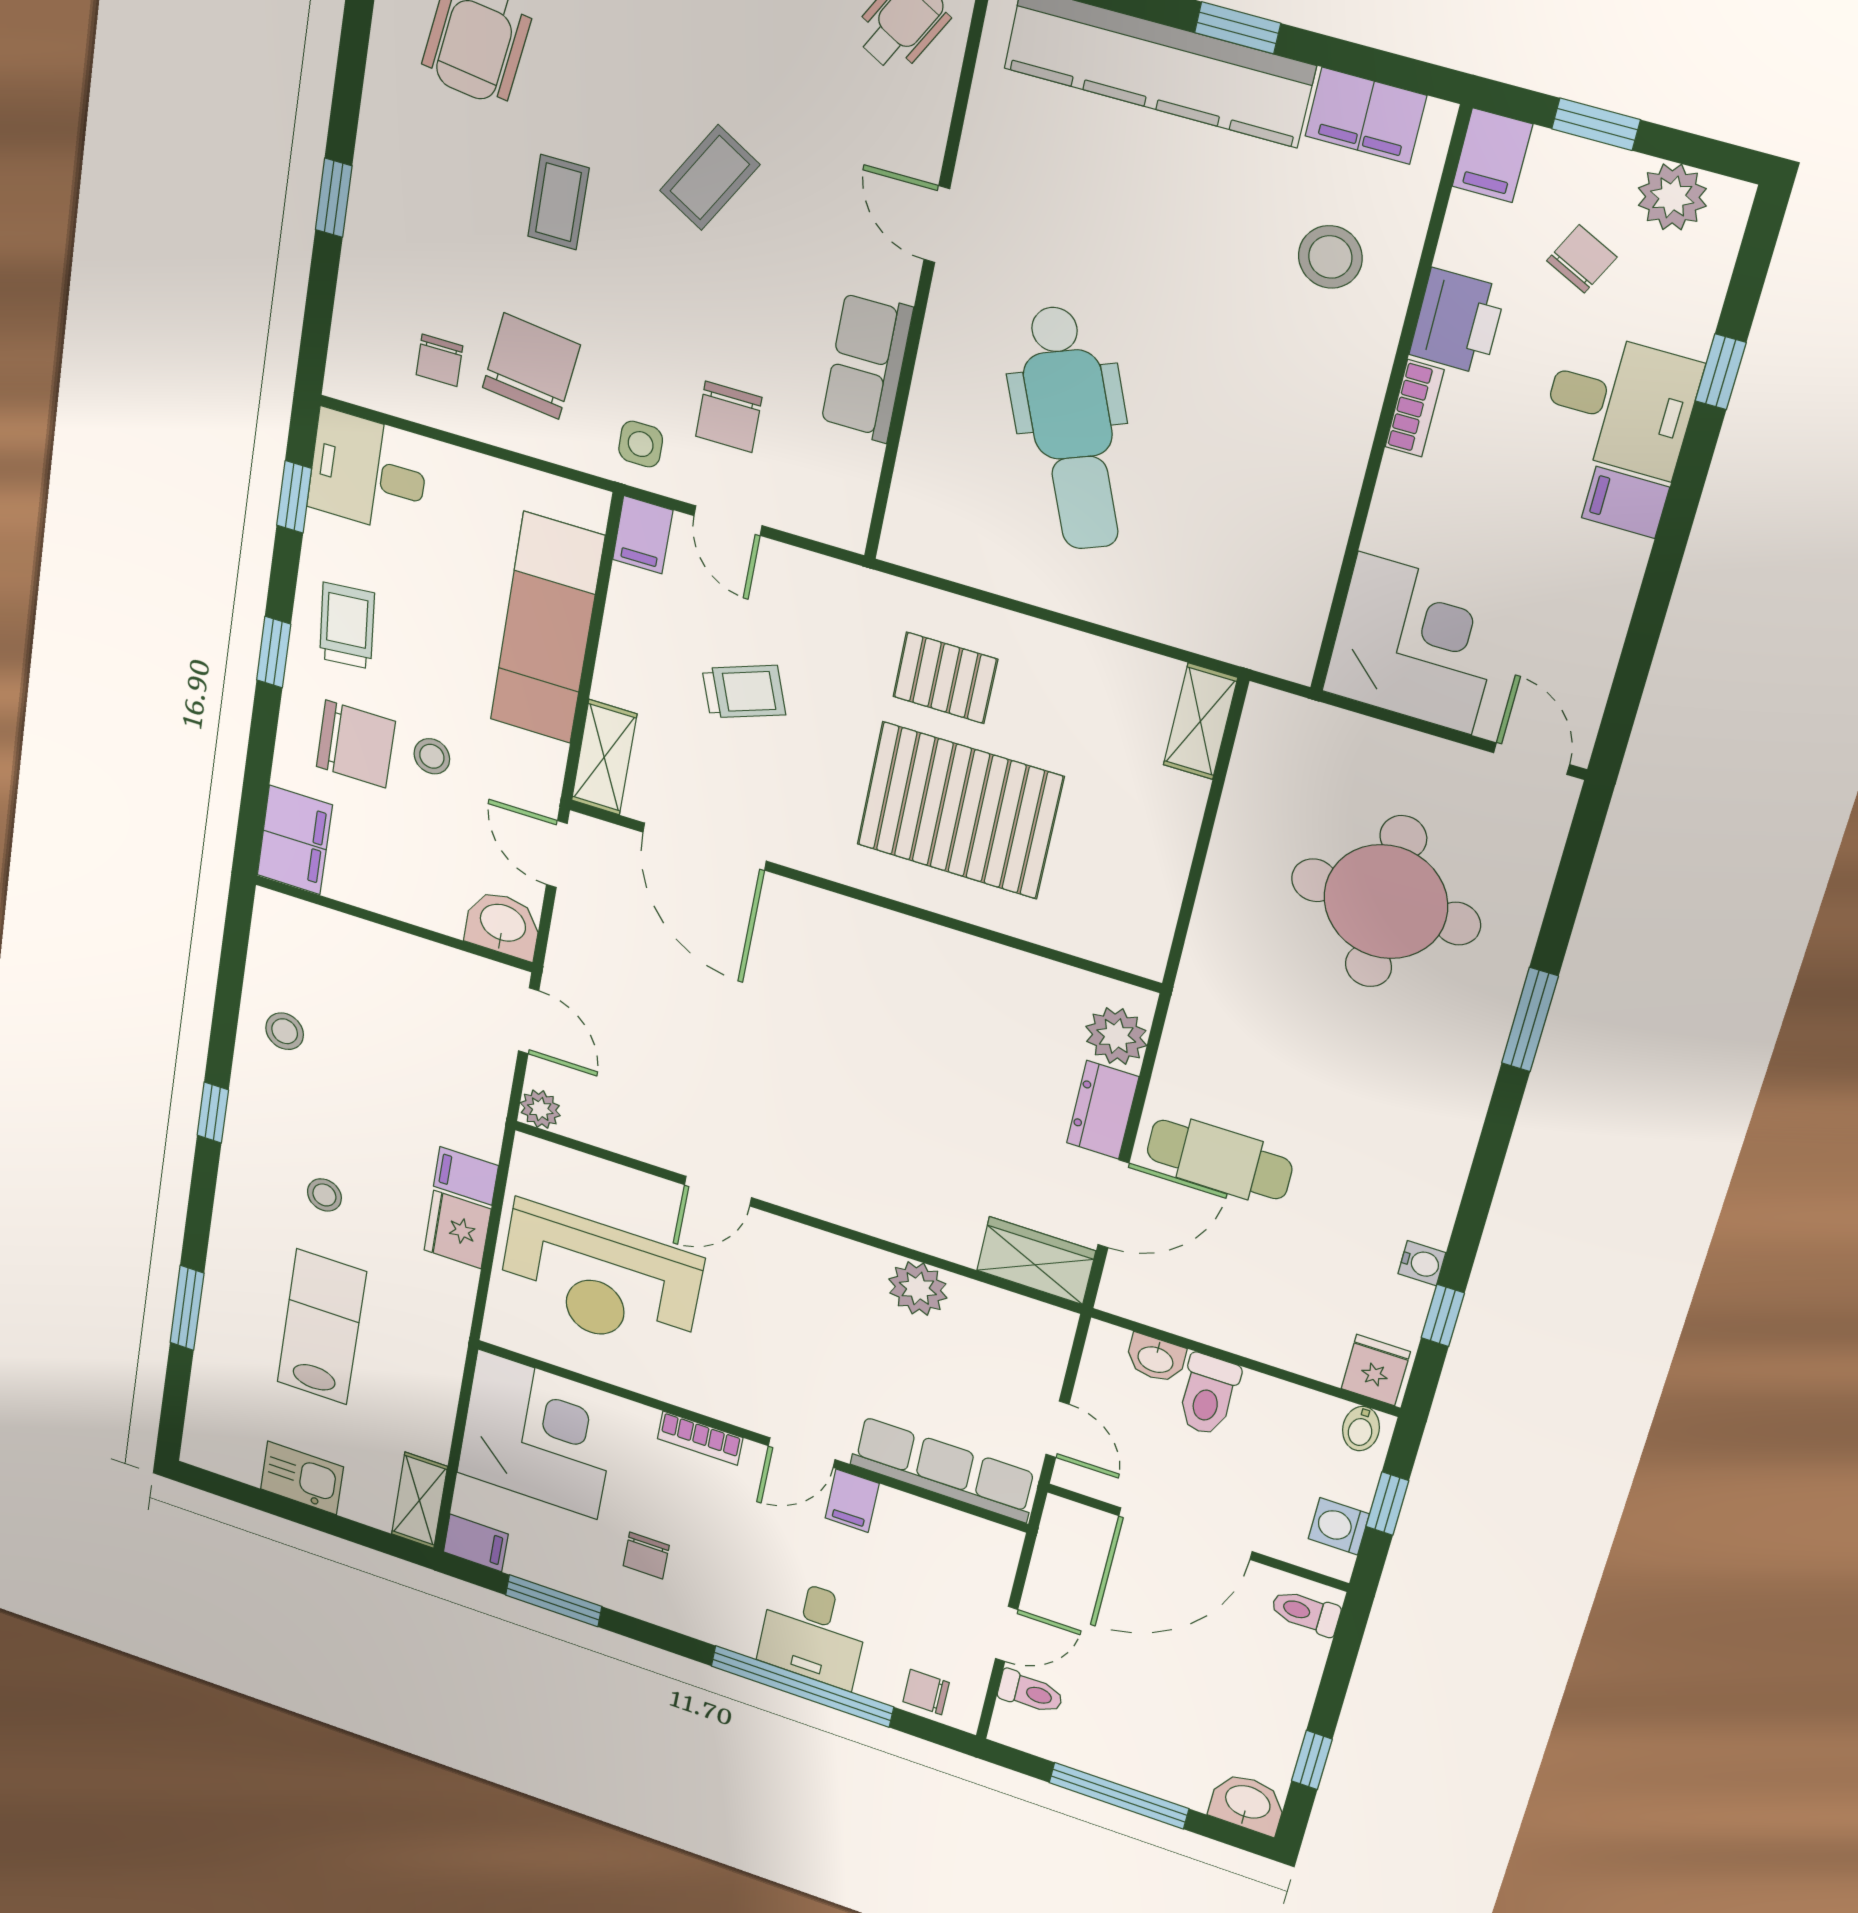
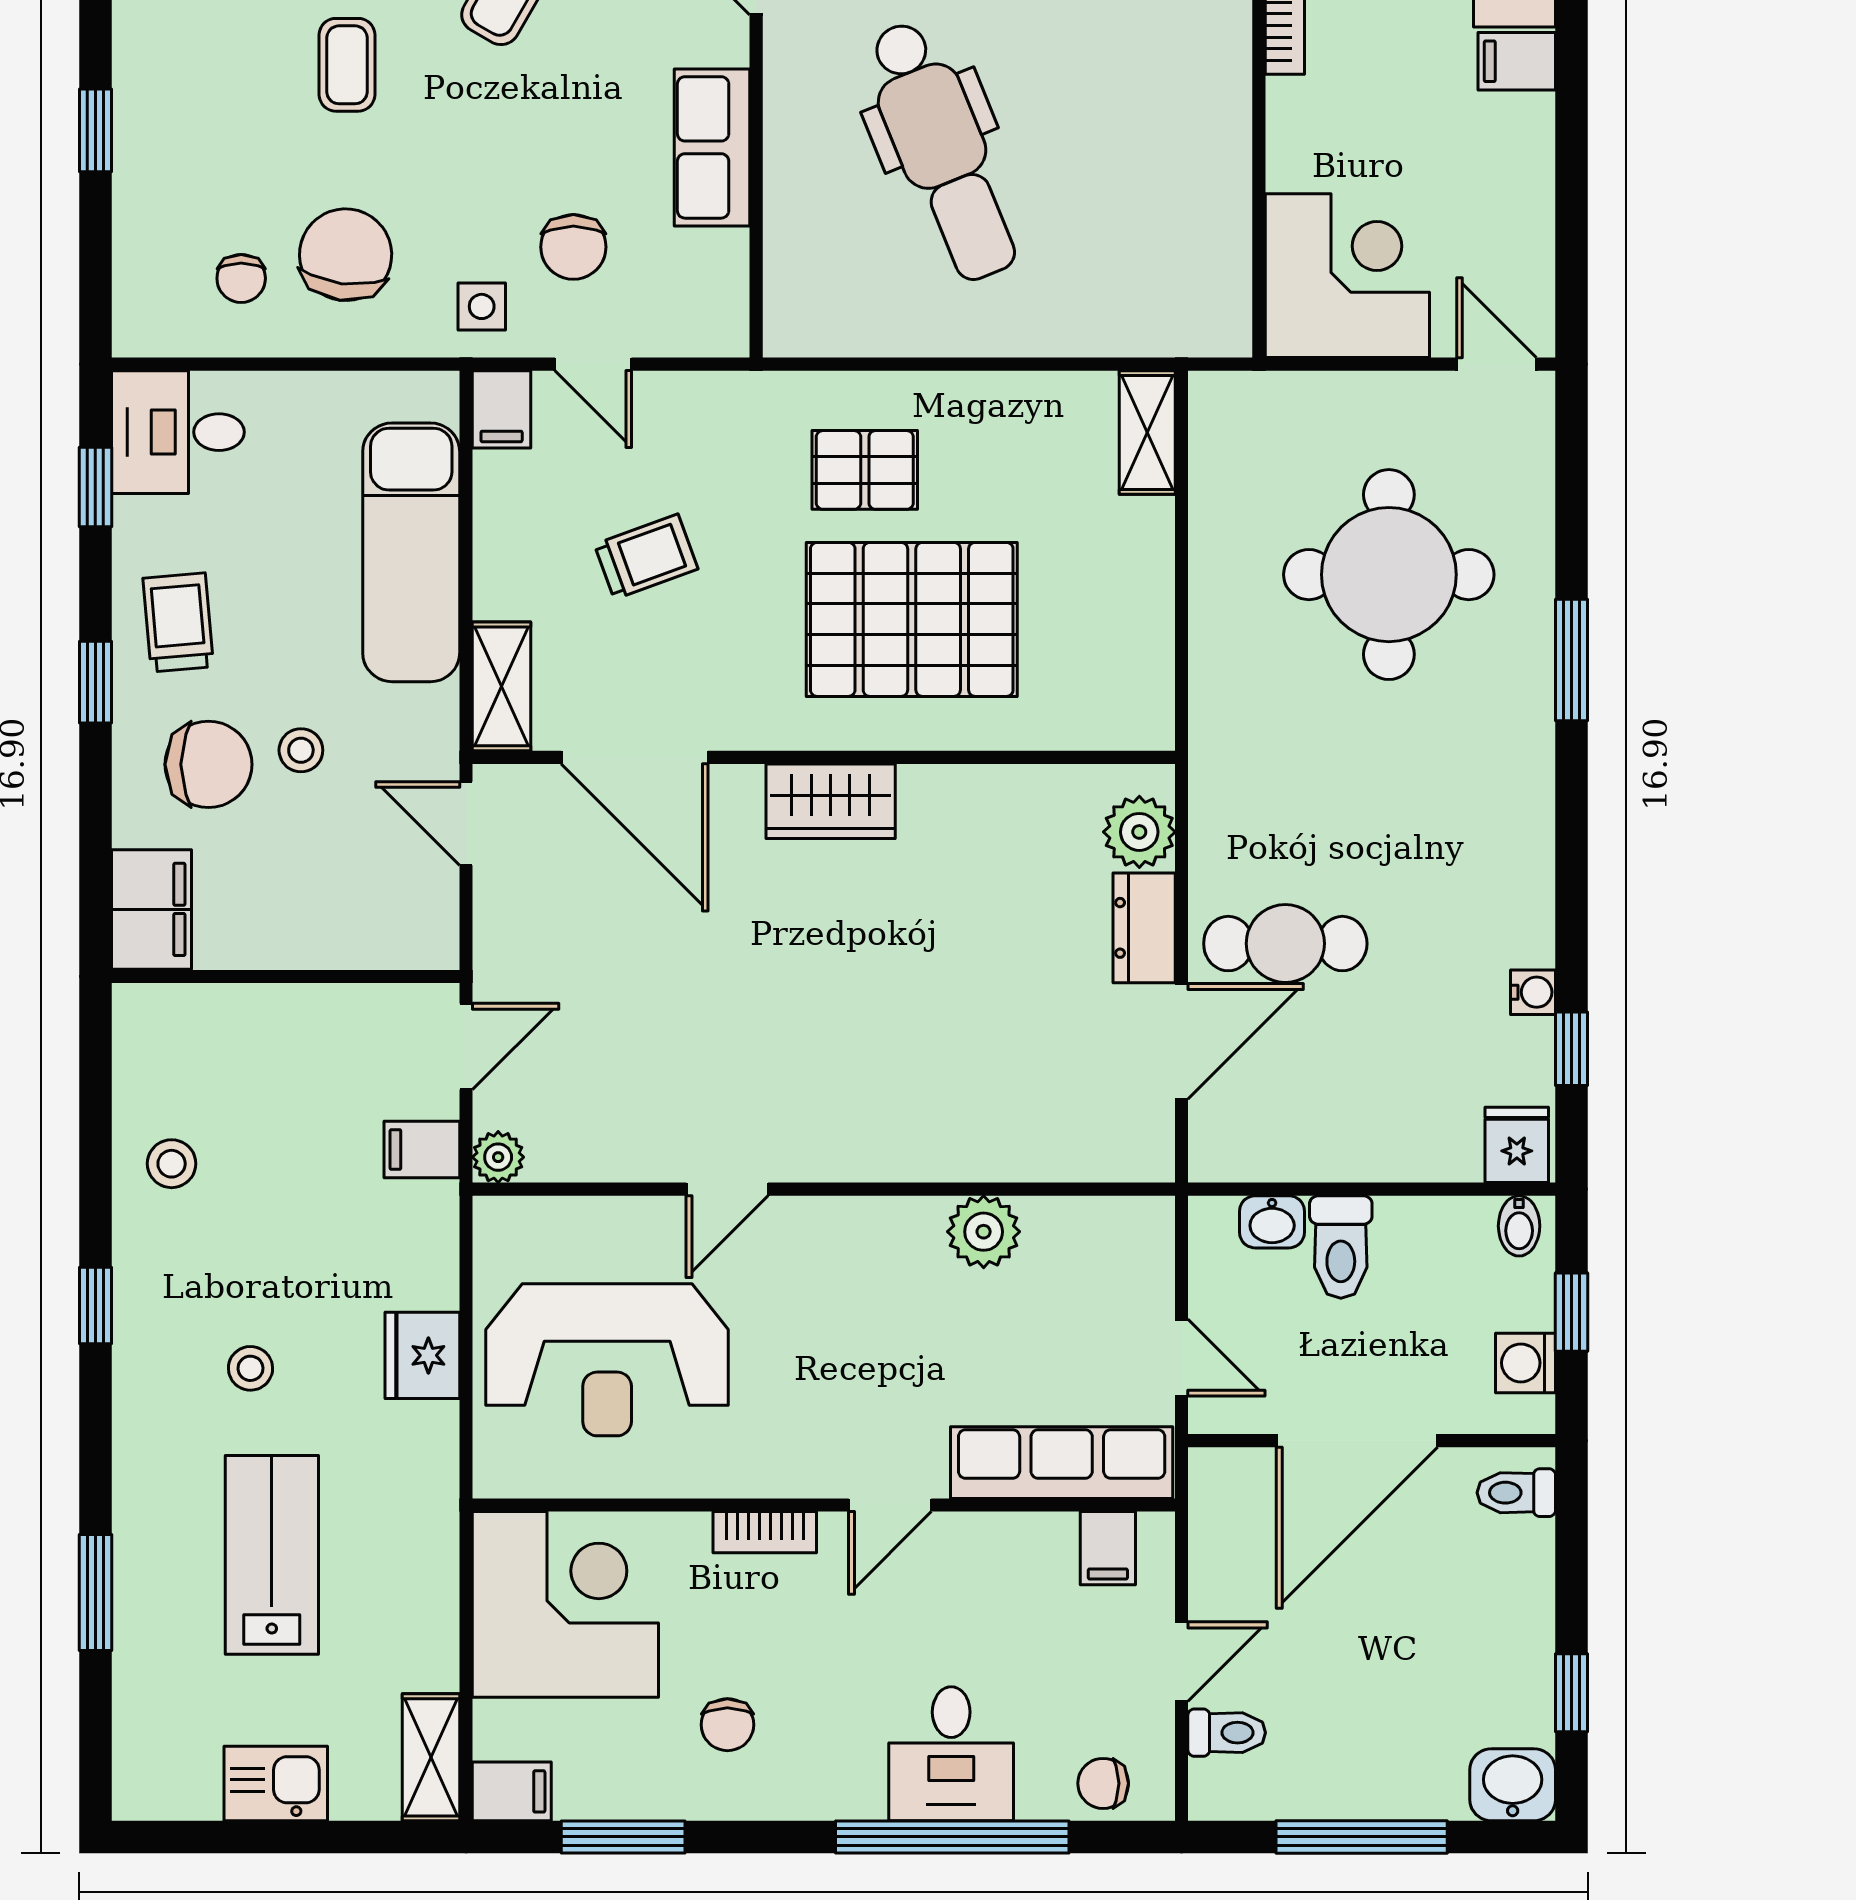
washbasin: (503, 924) -> (416, 933), removed
door: (529, 1021) -> (466, 1047), hinge flipped
filing cabinet: (466, 1176) -> (422, 1150), moved
wardrobe: (1036, 1261) -> (831, 801), moved, turned 180
filing cabinet: (852, 1501) -> (1108, 1548), moved

